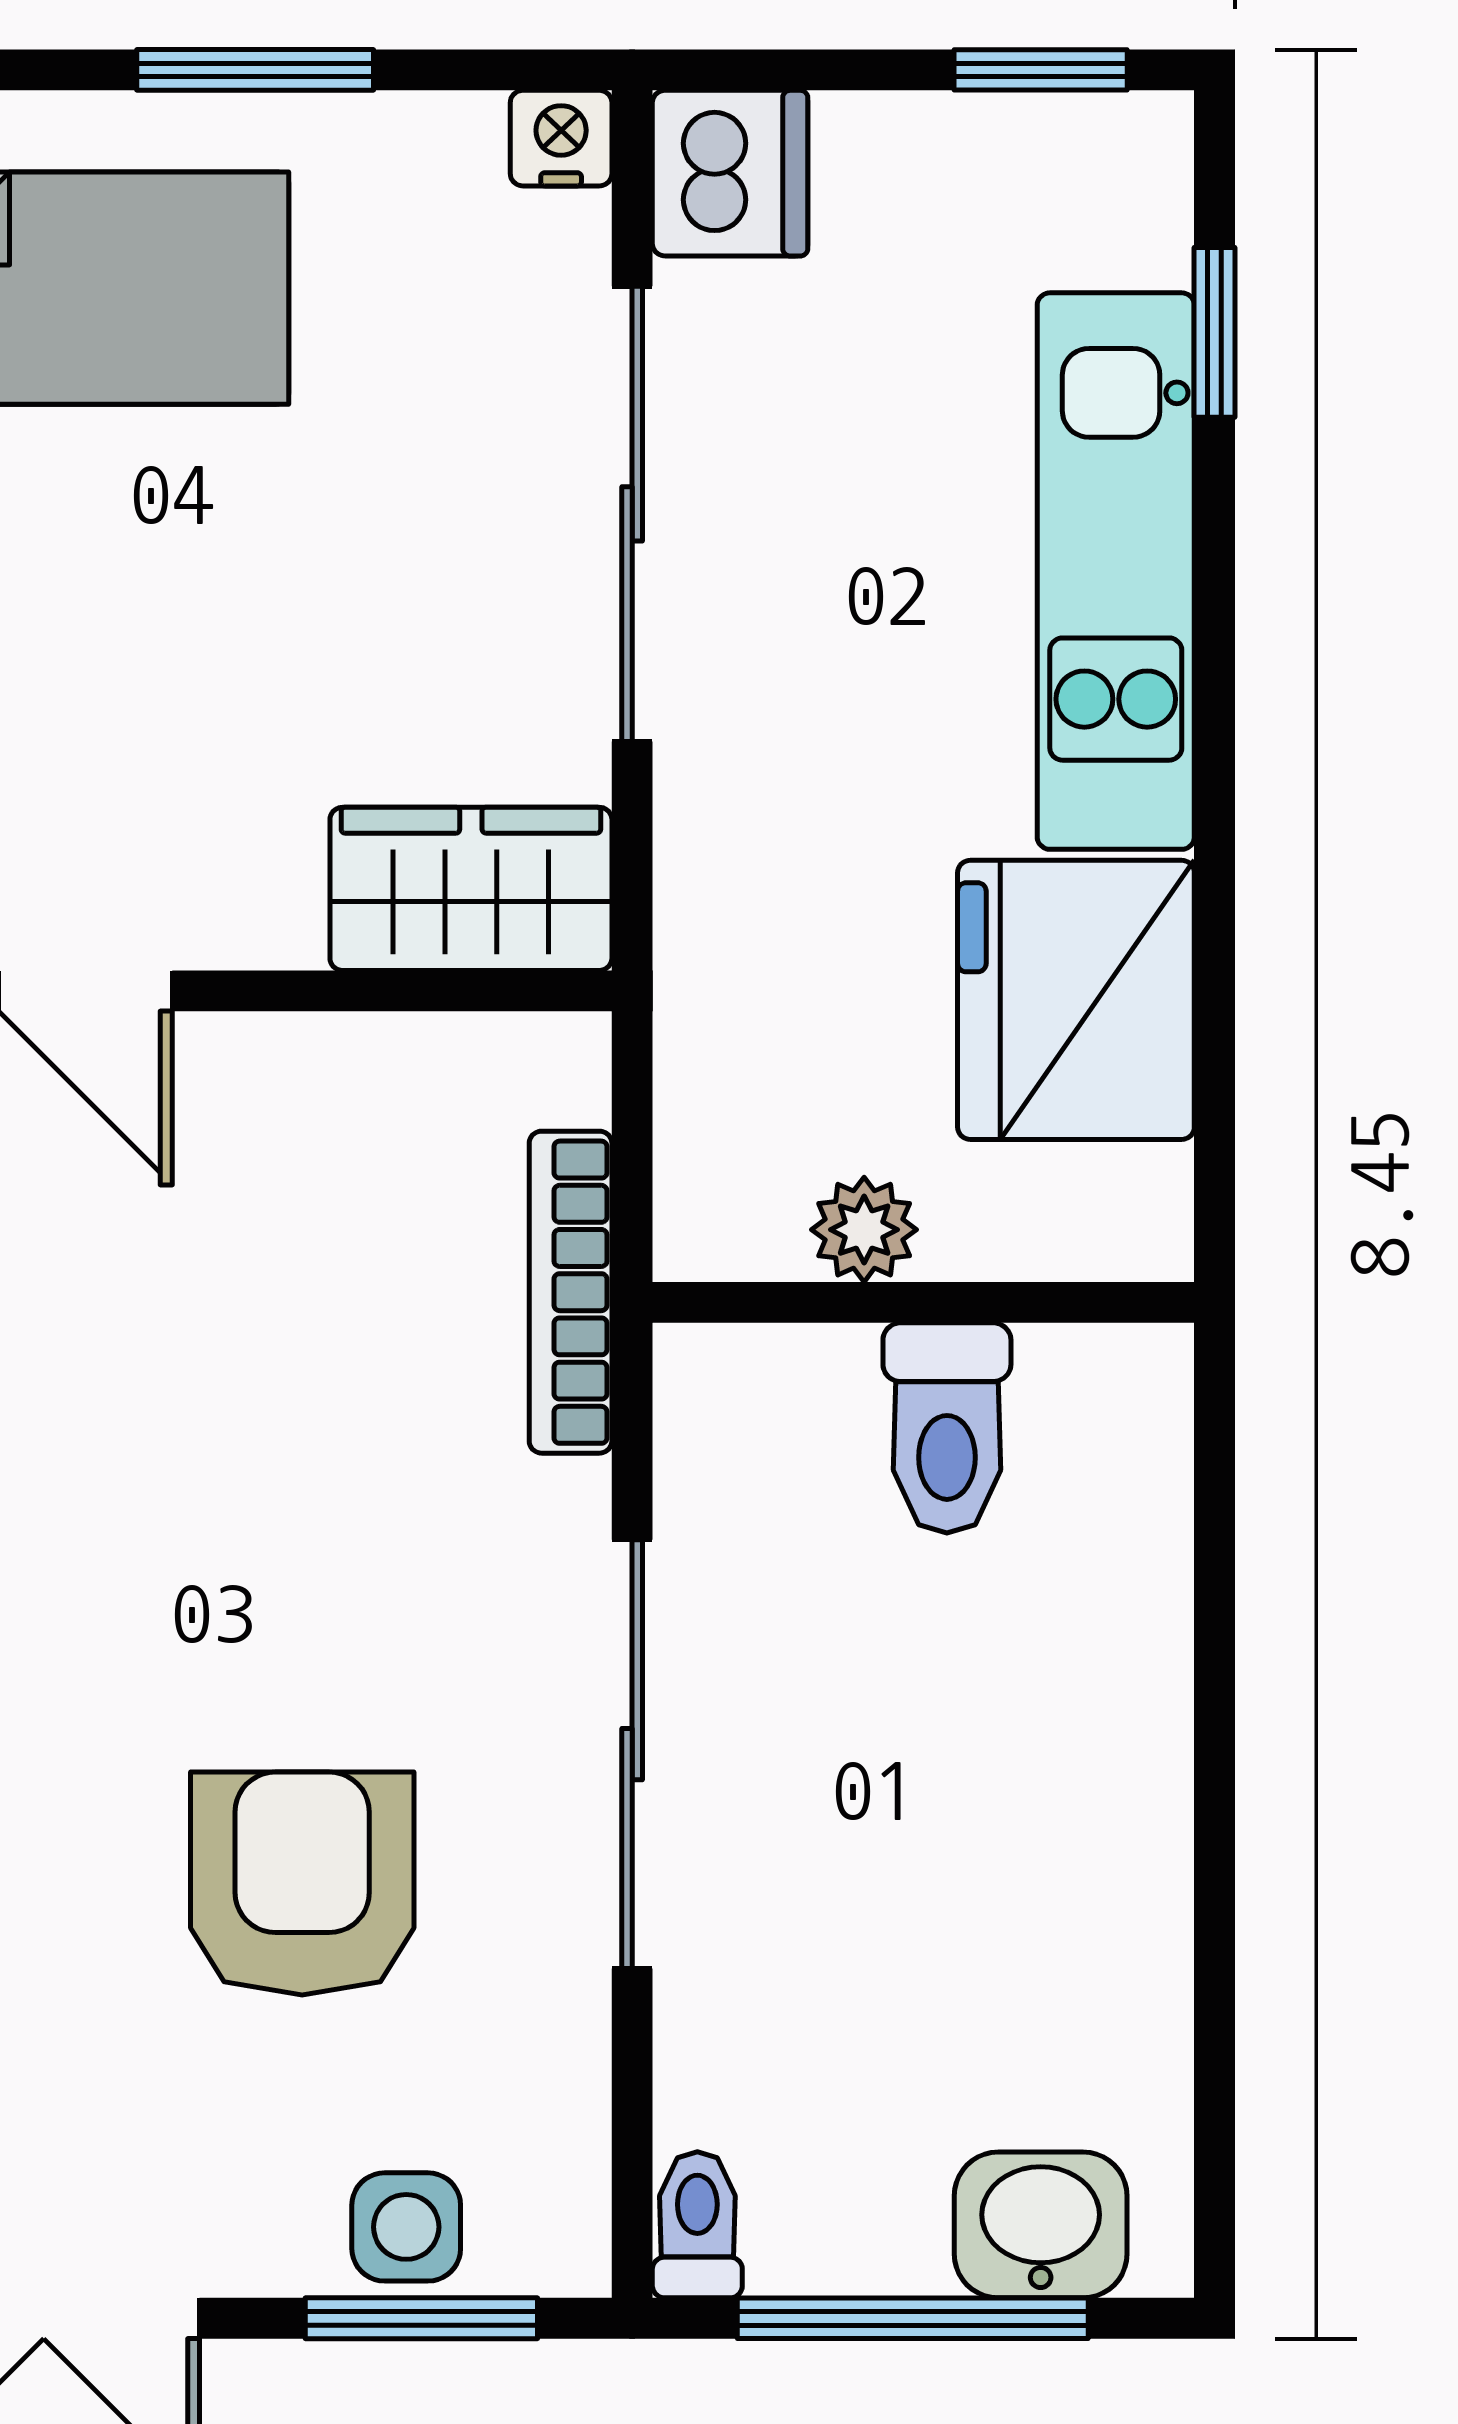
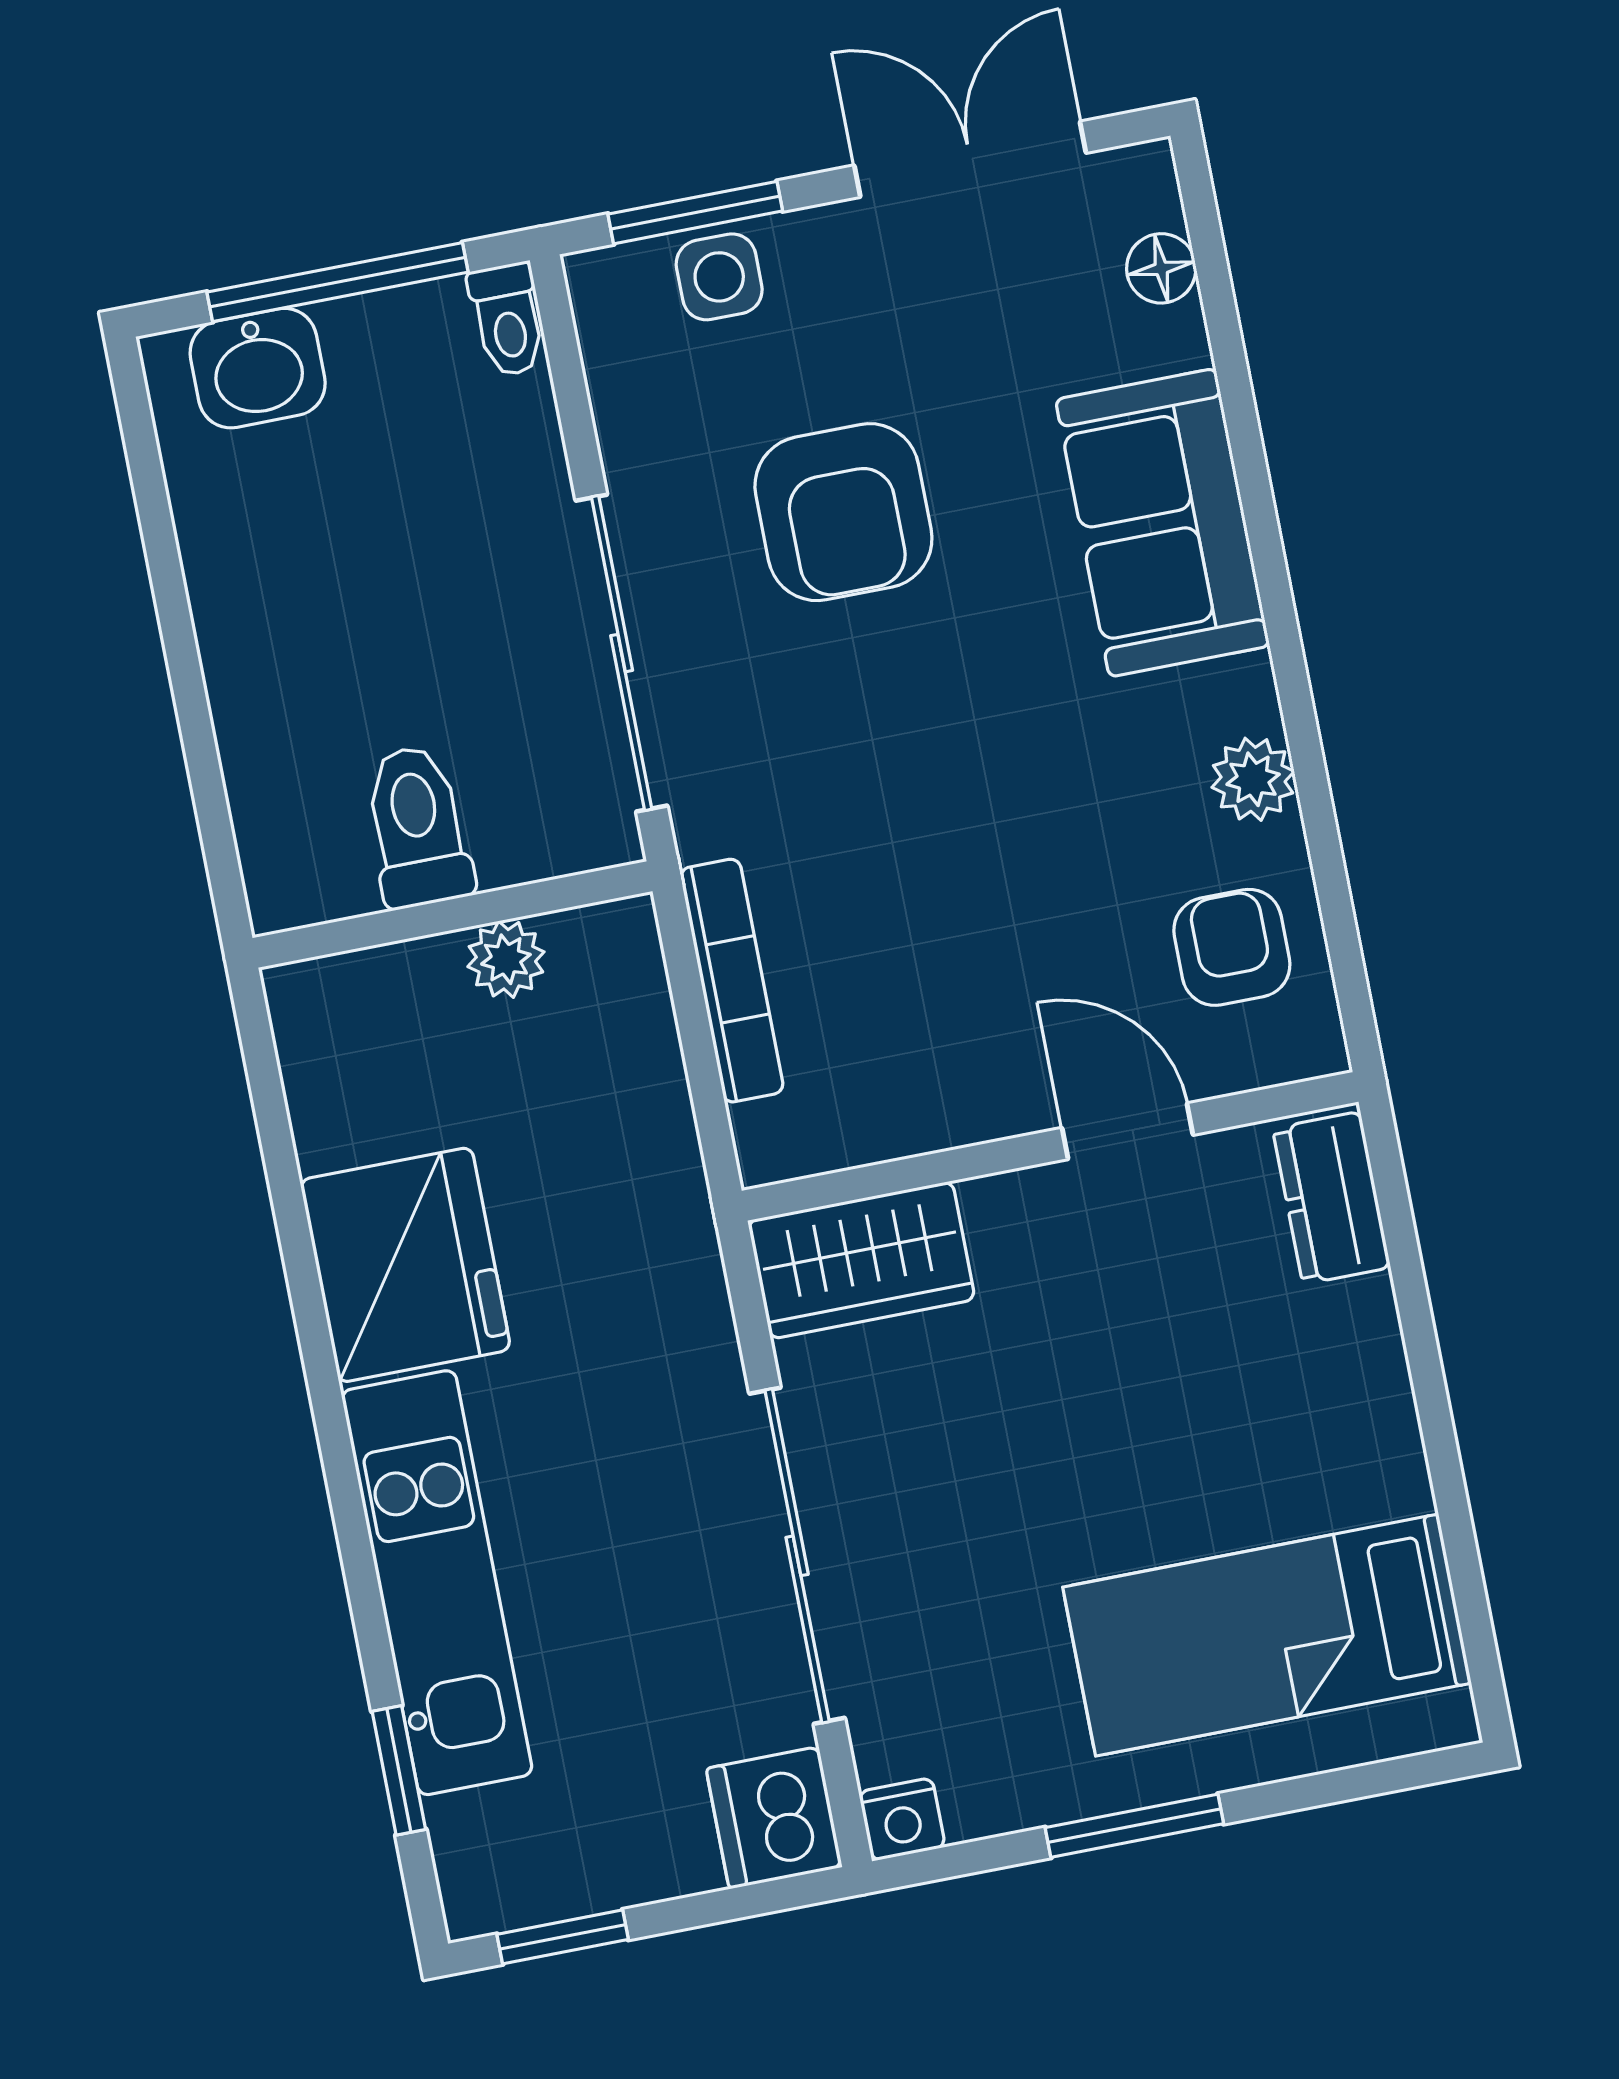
plant: (864, 1230) -> (506, 959), moved
wall: (923, 1302) -> (452, 915), moved
toilet: (947, 1428) -> (418, 827), moved

